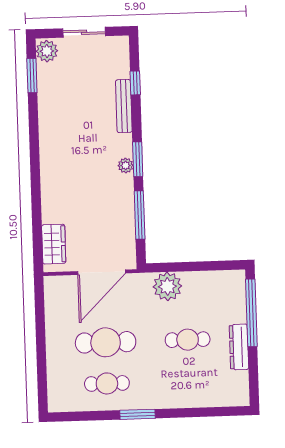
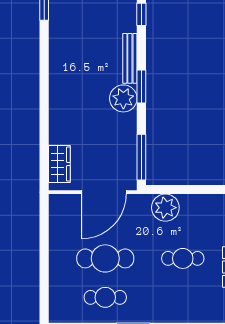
bench: (124, 106) -> (130, 58), moved
plant: (126, 165) -> (123, 98), width x1.87, depth x1.87
window: (140, 215) -> (141, 157), moved

